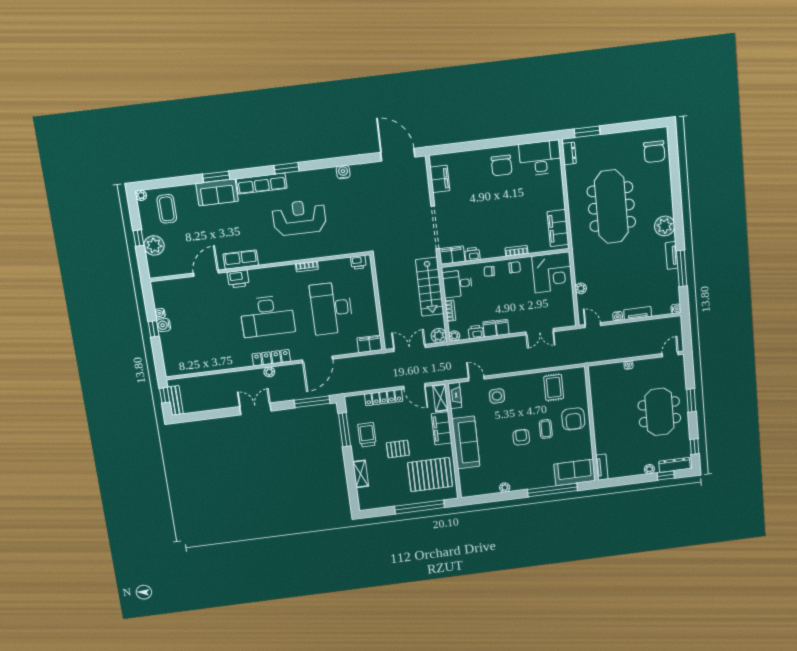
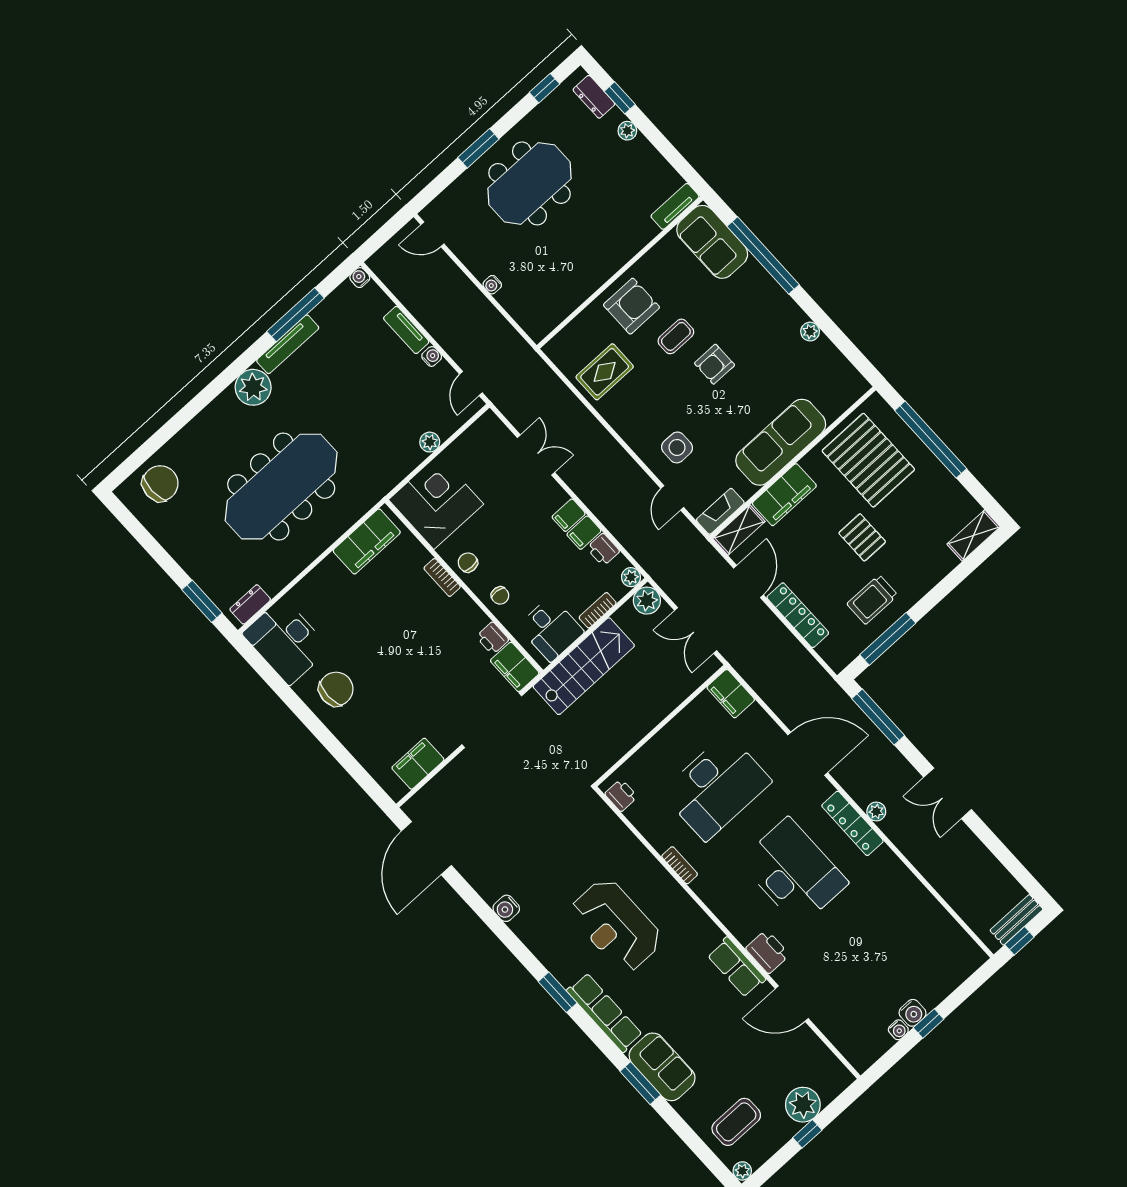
tv unit: (672, 255) -> (288, 344), width x1.41
dresser: (675, 465) -> (594, 97), width x0.70
shelving: (361, 474) -> (974, 535), moved

